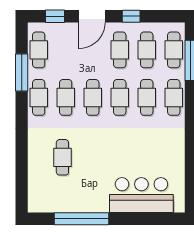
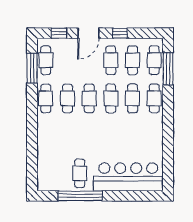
window: (22, 72) -> (32, 68), moved
cafe table: (62, 157) -> (80, 173), moved
bar counter: (141, 195) -> (128, 177), width x1.36

